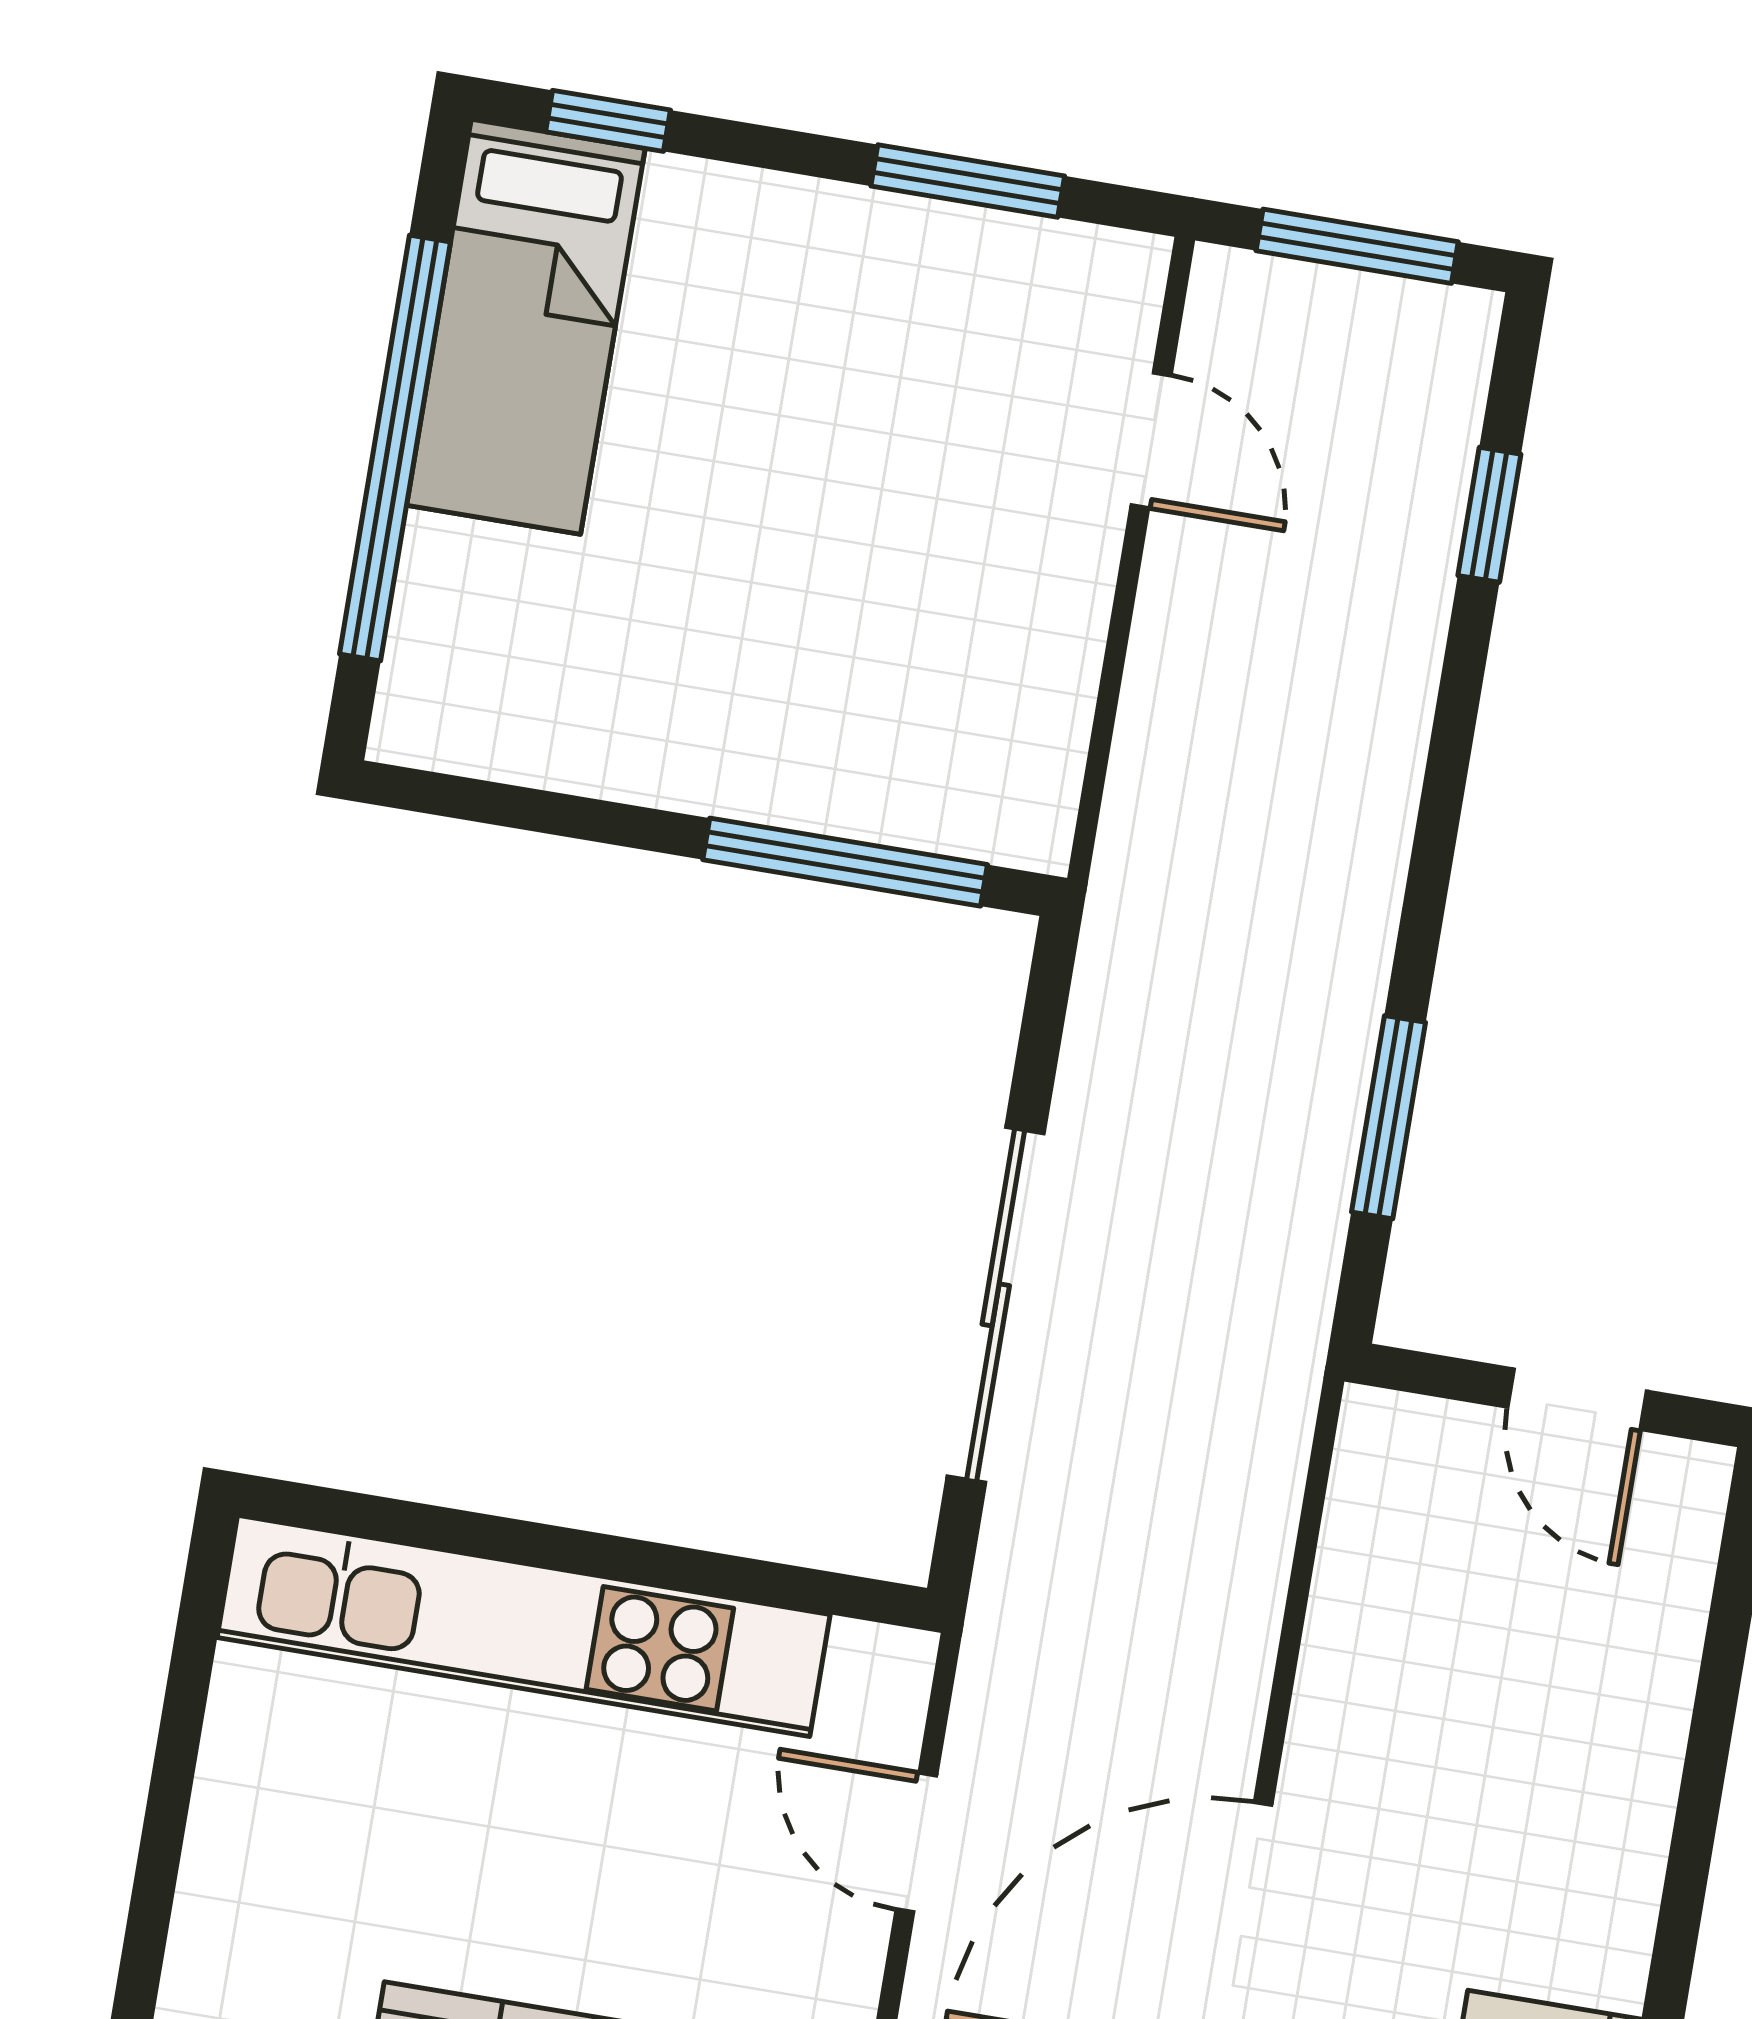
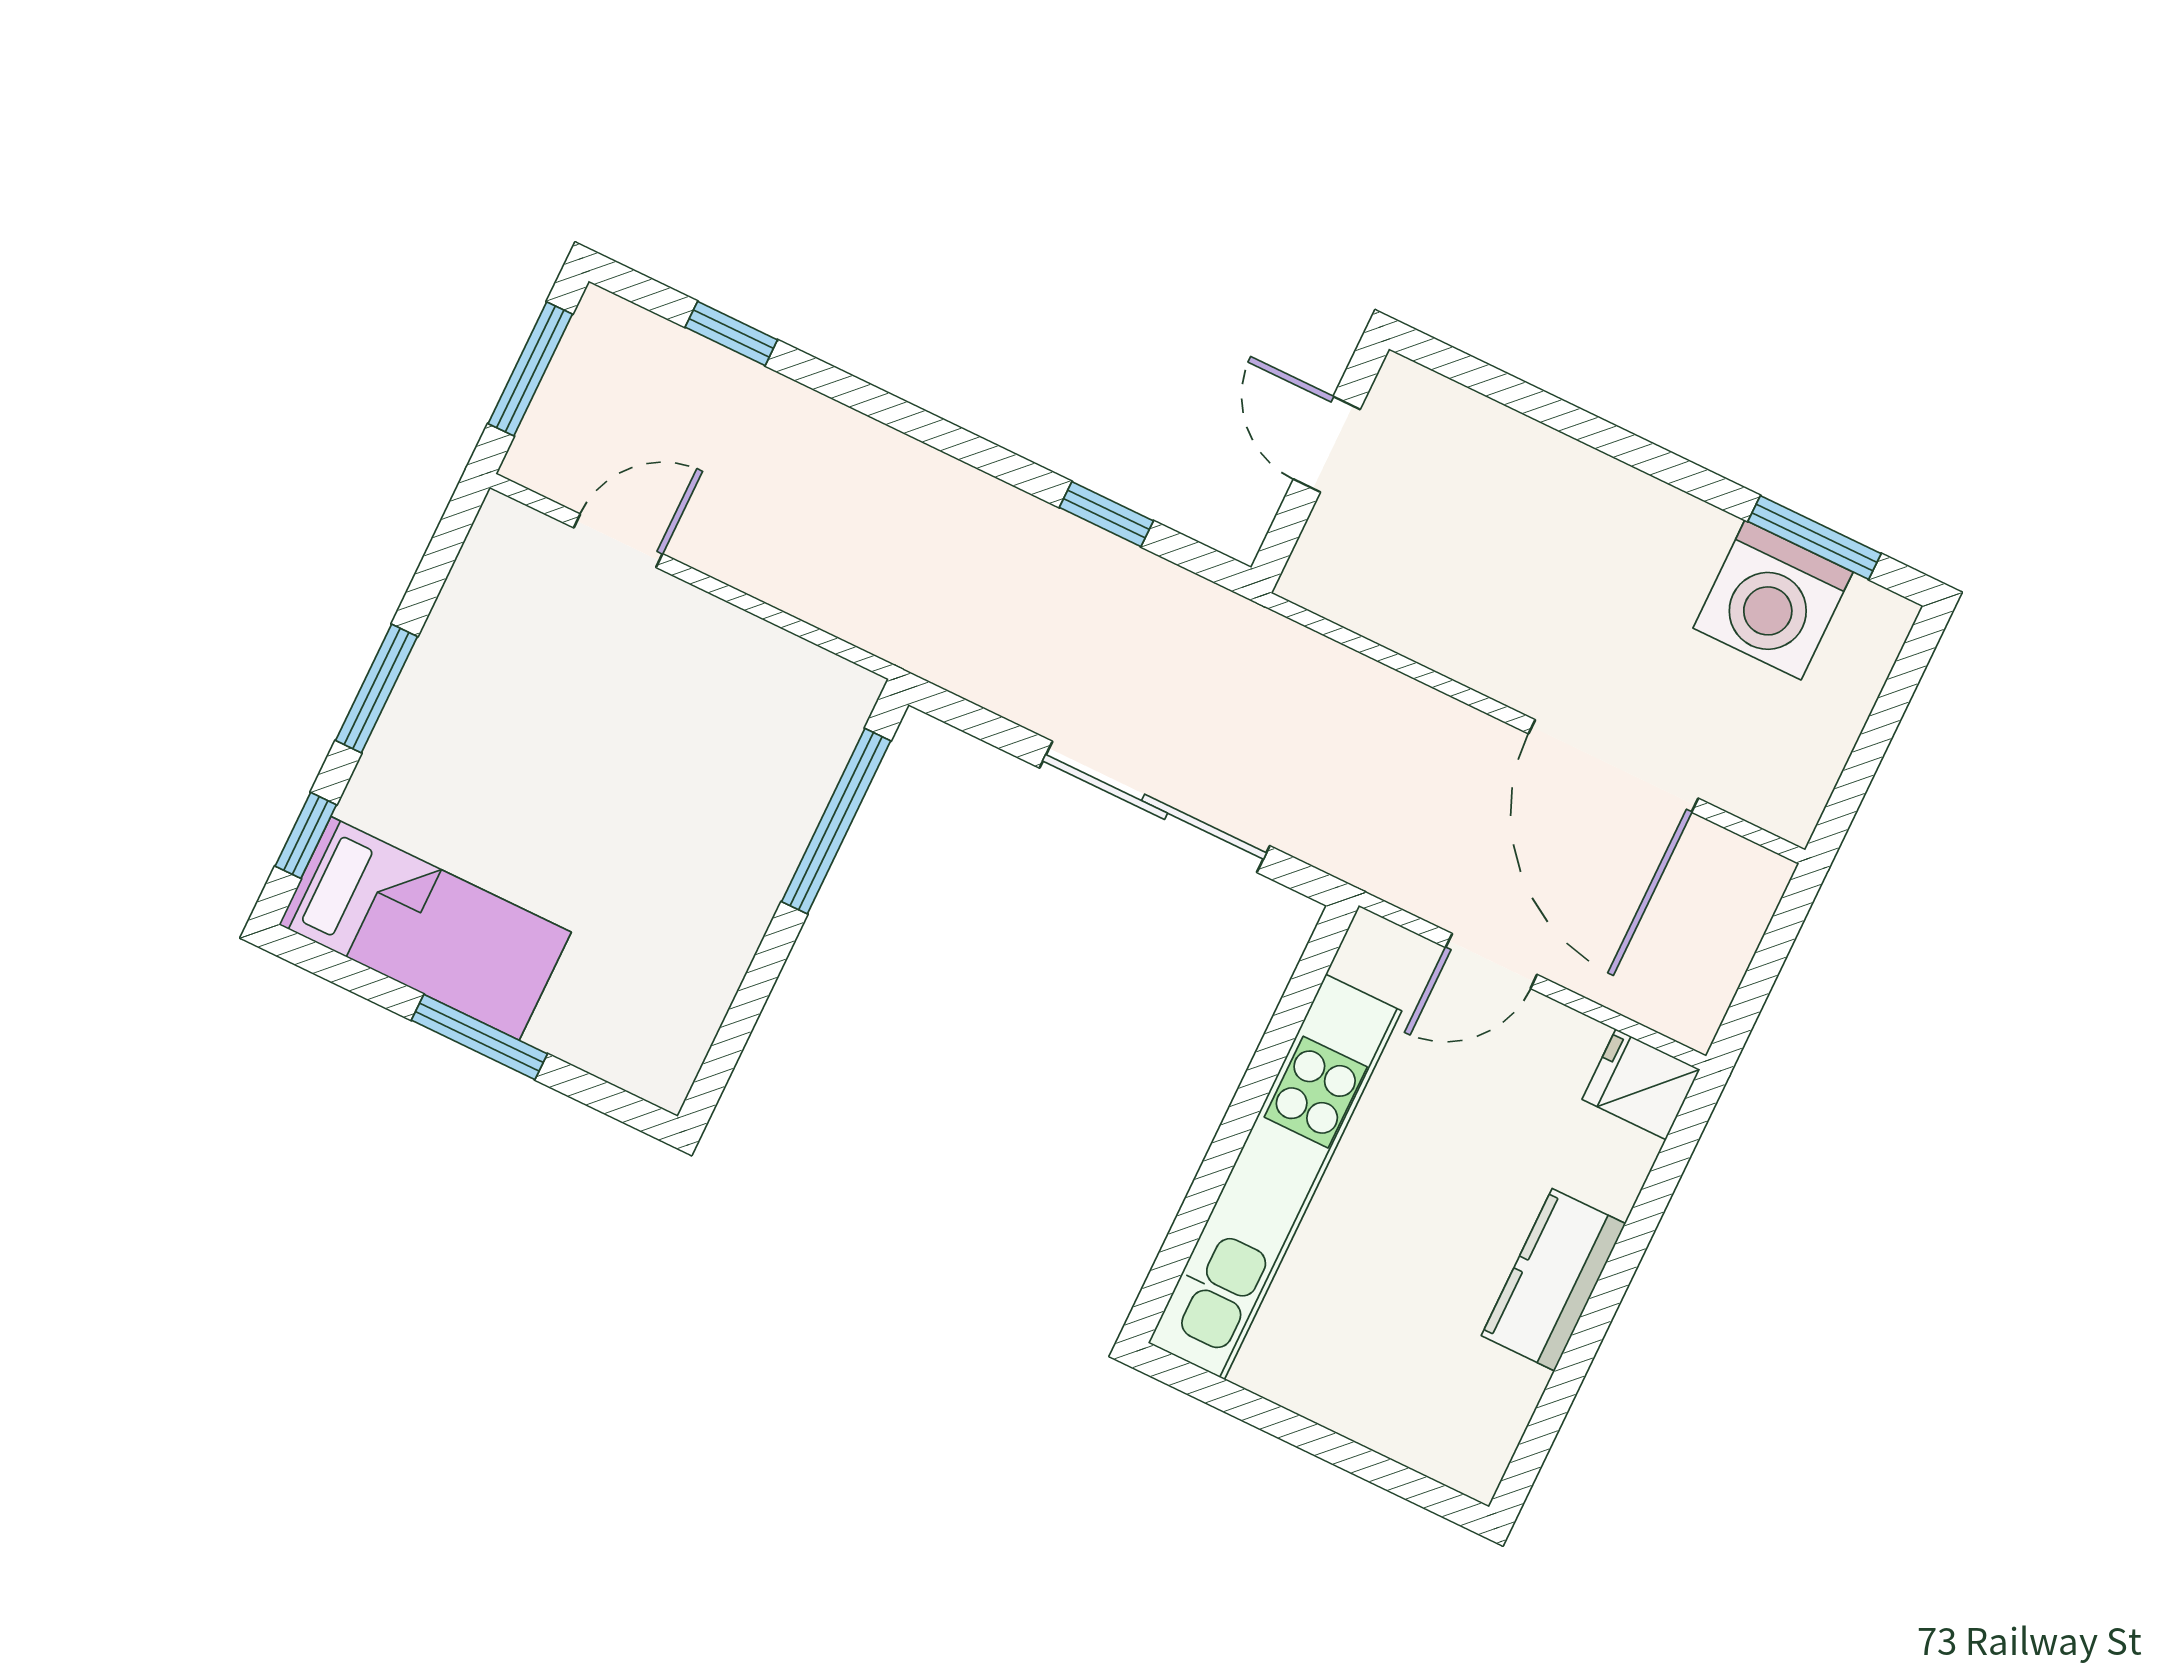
window: (968, 181) -> (376, 689), moved
window: (395, 448) -> (479, 1037), width x0.47
window: (1389, 1117) -> (1106, 514), width x0.67
door: (1577, 1399) -> (1327, 444), swing flipped

